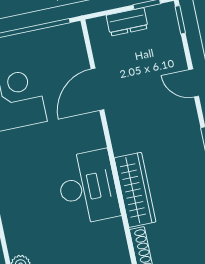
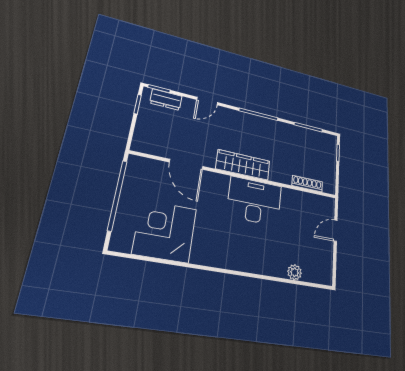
dresser: (127, 22) -> (166, 100), moved, turned 90
wardrobe: (135, 190) -> (243, 165), moved

